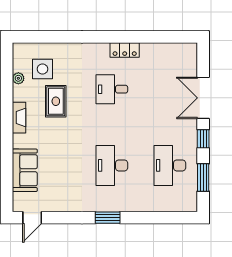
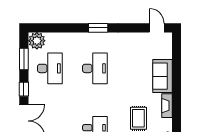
sofa: (25, 170) -> (162, 76), moved
plant: (187, 201) -> (37, 41), added
door: (32, 218) -> (157, 28), hinge flipped

